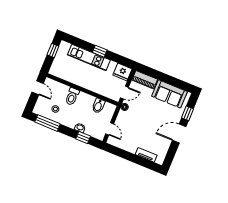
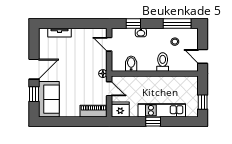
door: (124, 93) -> (109, 89), swing flipped
sofa: (169, 94) -> (49, 99), moved, turned 90

